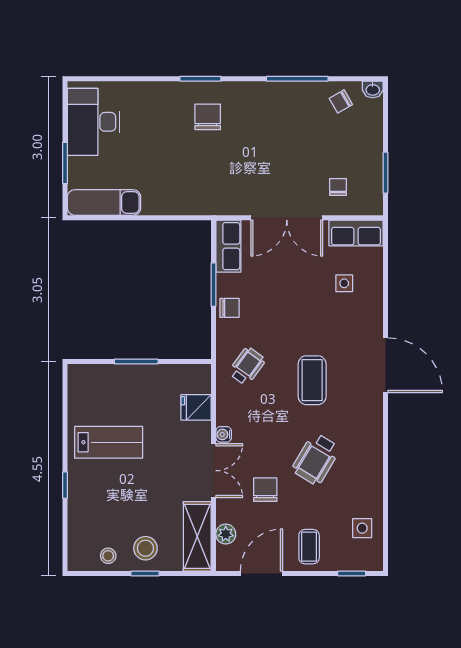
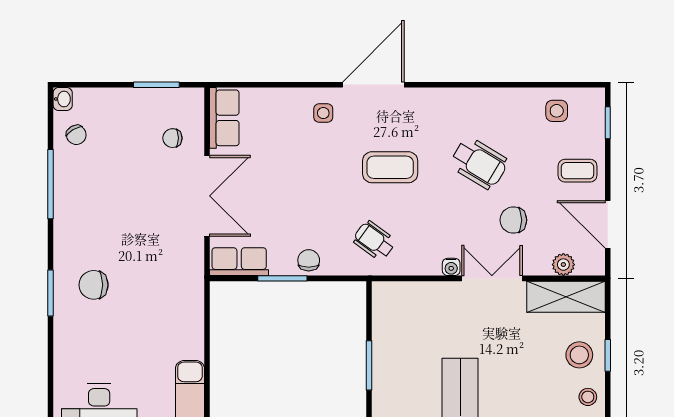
side table: (344, 283) -> (323, 113), moved
fridge: (196, 407) -> (421, 298), removed

